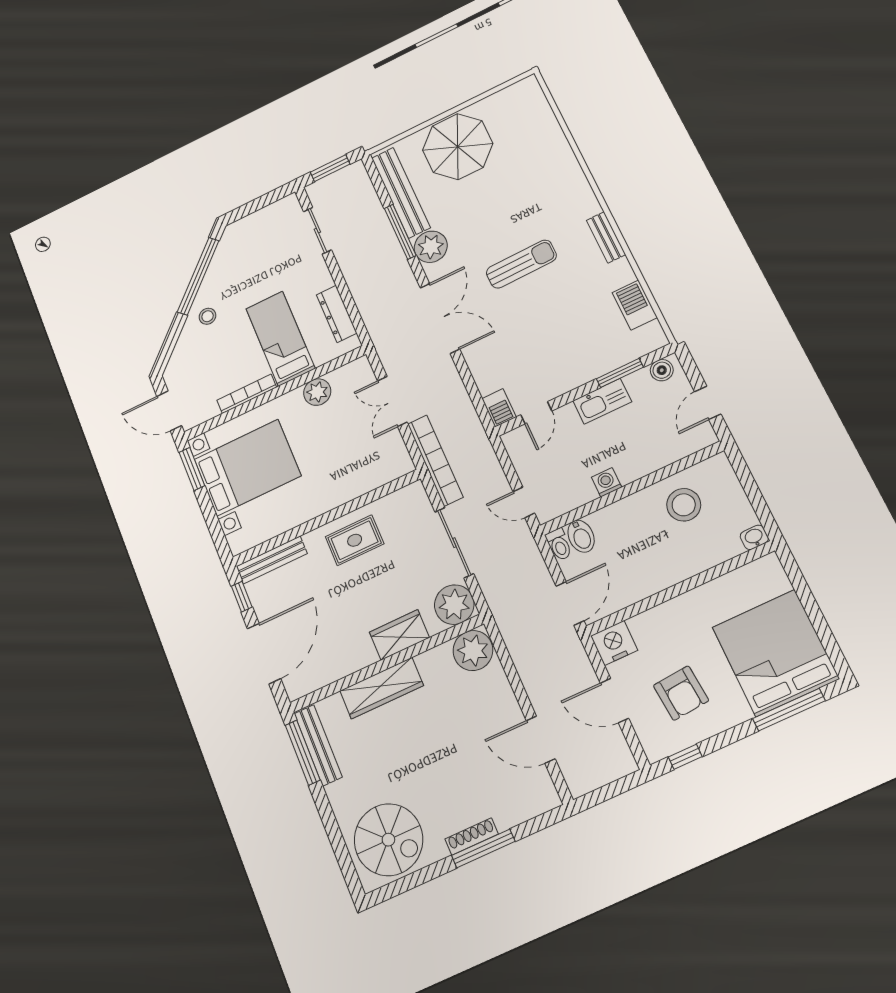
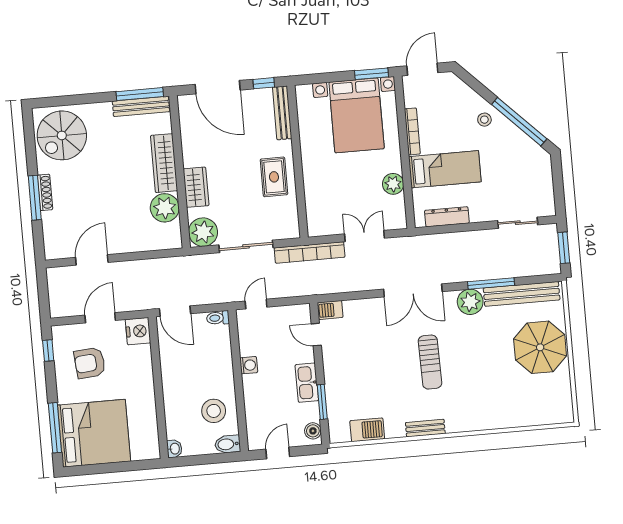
door: (708, 403) -> (278, 453), hinge flipped
bidet: (581, 536) -> (228, 444), moved
plant: (473, 651) -> (165, 208), moved

